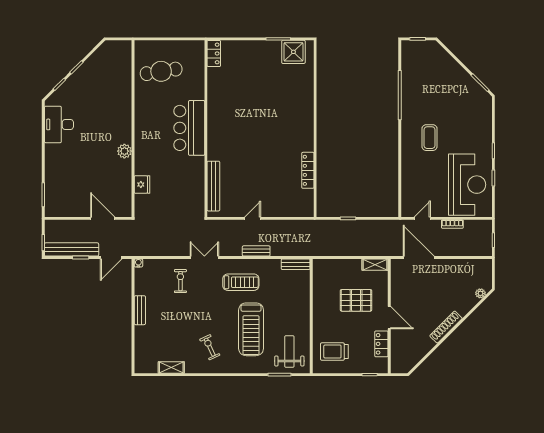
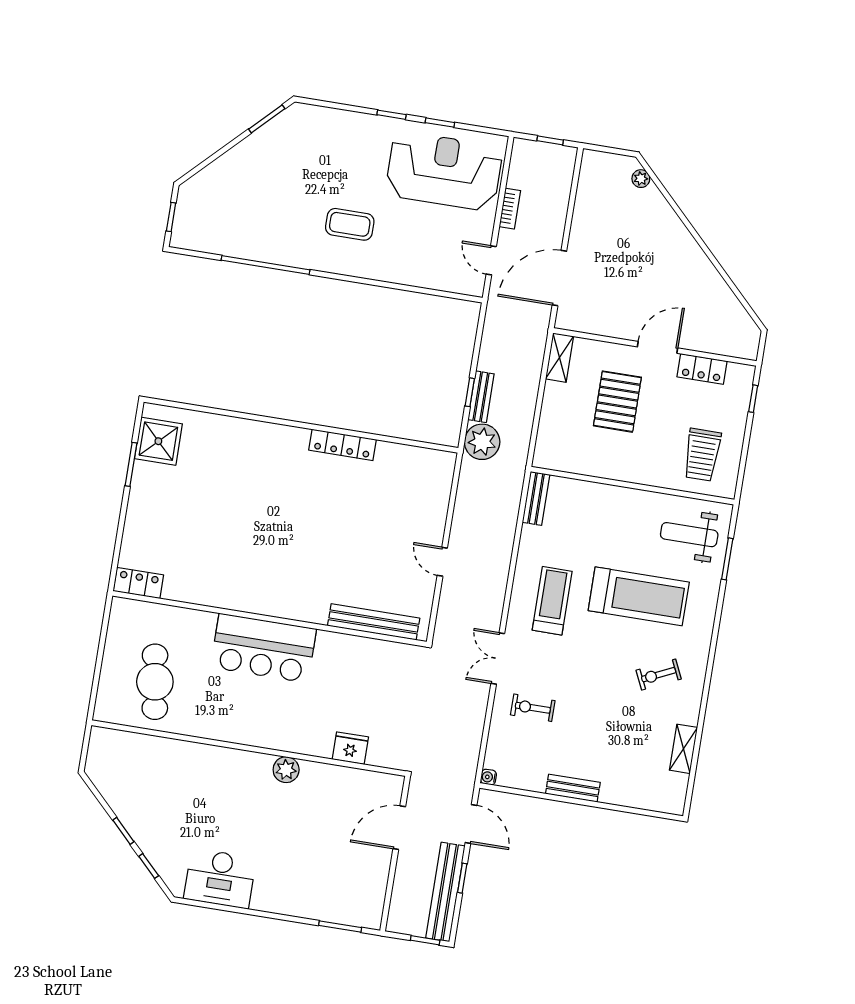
locker: (308, 170) -> (343, 445), moved
plant: (322, 230) -> (482, 442), added
bench: (256, 251) -> (481, 397), moved
shoe rack: (446, 327) -> (691, 250), removed

